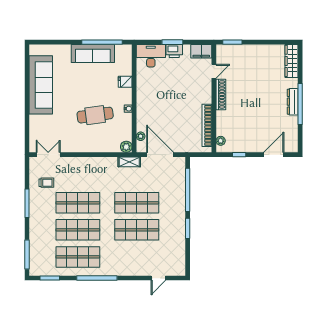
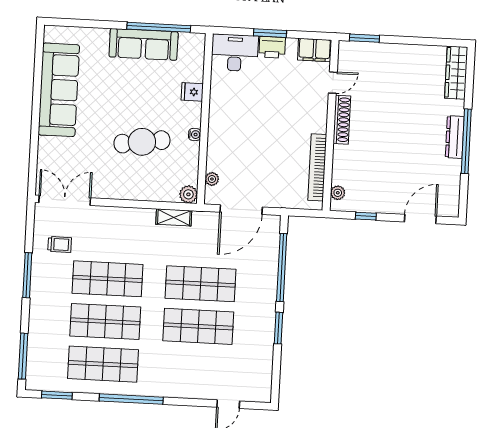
double door: (48, 155) -> (65, 200), width x1.37
door: (160, 155) -> (241, 210), swing flipped
shelving: (129, 162) -> (174, 217), moved

